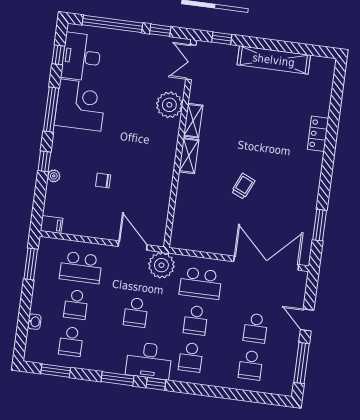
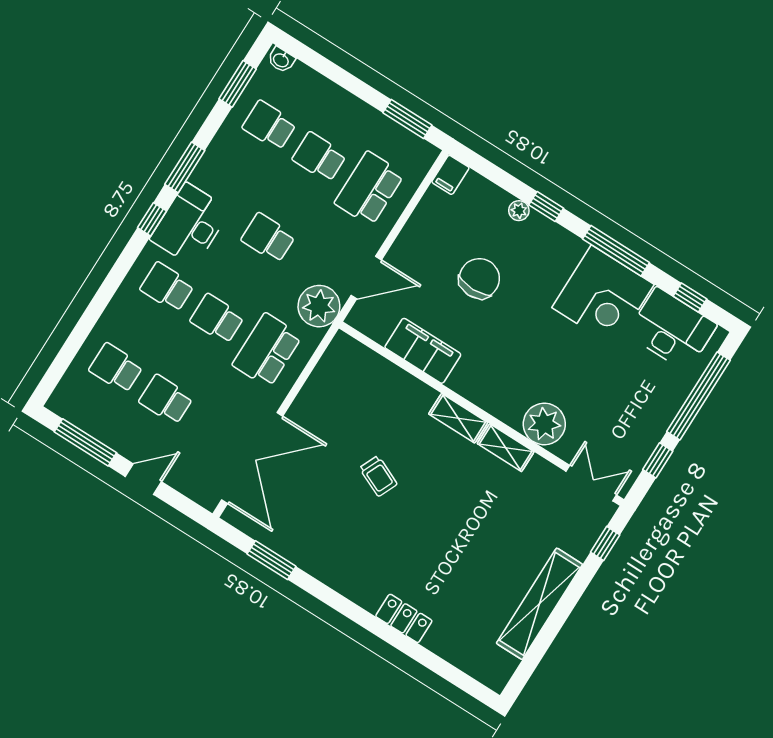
chair: (103, 181) -> (479, 278), width x1.87, depth x1.87
filing cabinet: (160, 194) -> (423, 351), added
washbasin: (34, 322) -> (281, 60), moved

